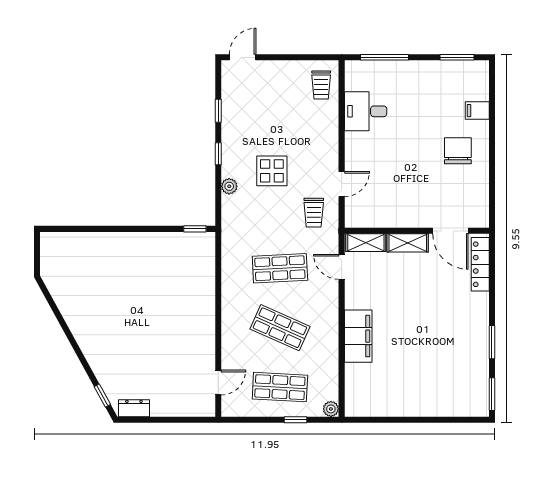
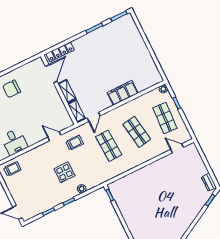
shop shelf: (280, 328) -> (137, 132), turned -33

